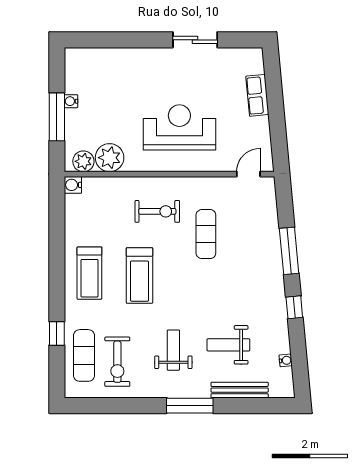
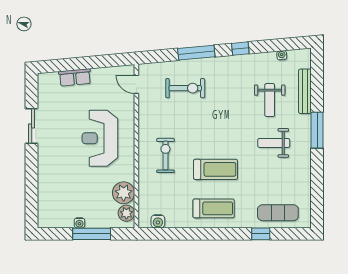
water cooler: (73, 185) -> (158, 221), moved
exercise mat: (206, 234) -> (183, 118), removed
exercise bike: (117, 362) -> (185, 88), moved

